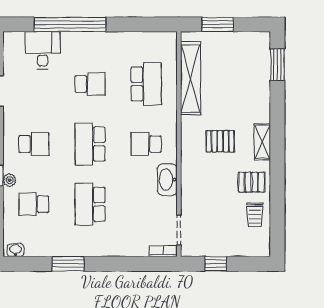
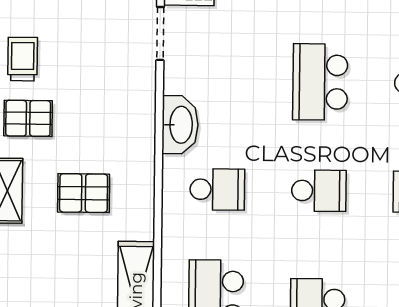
school desk: (90, 144) -> (319, 191), width x0.54
school desk: (90, 204) -> (320, 82), turned 180

